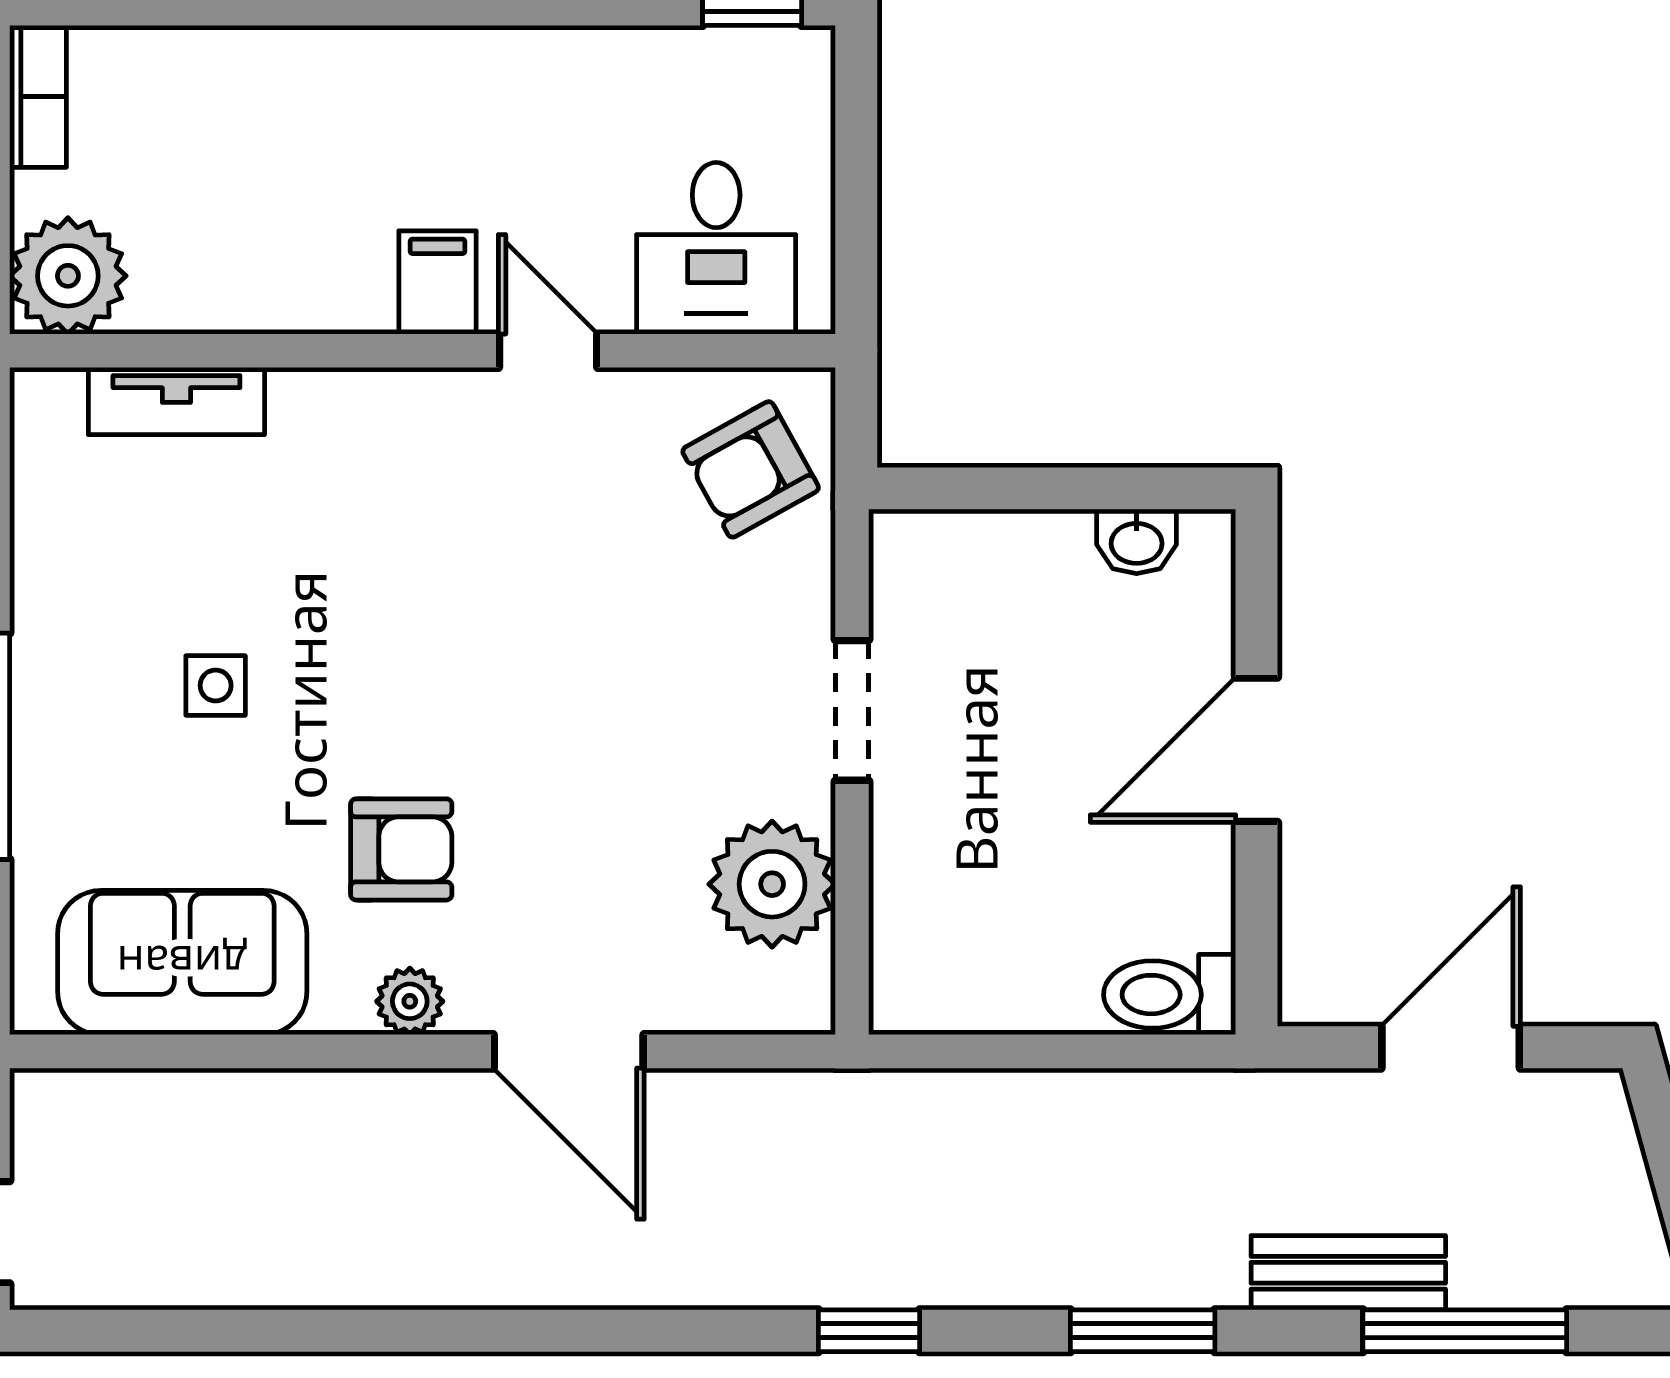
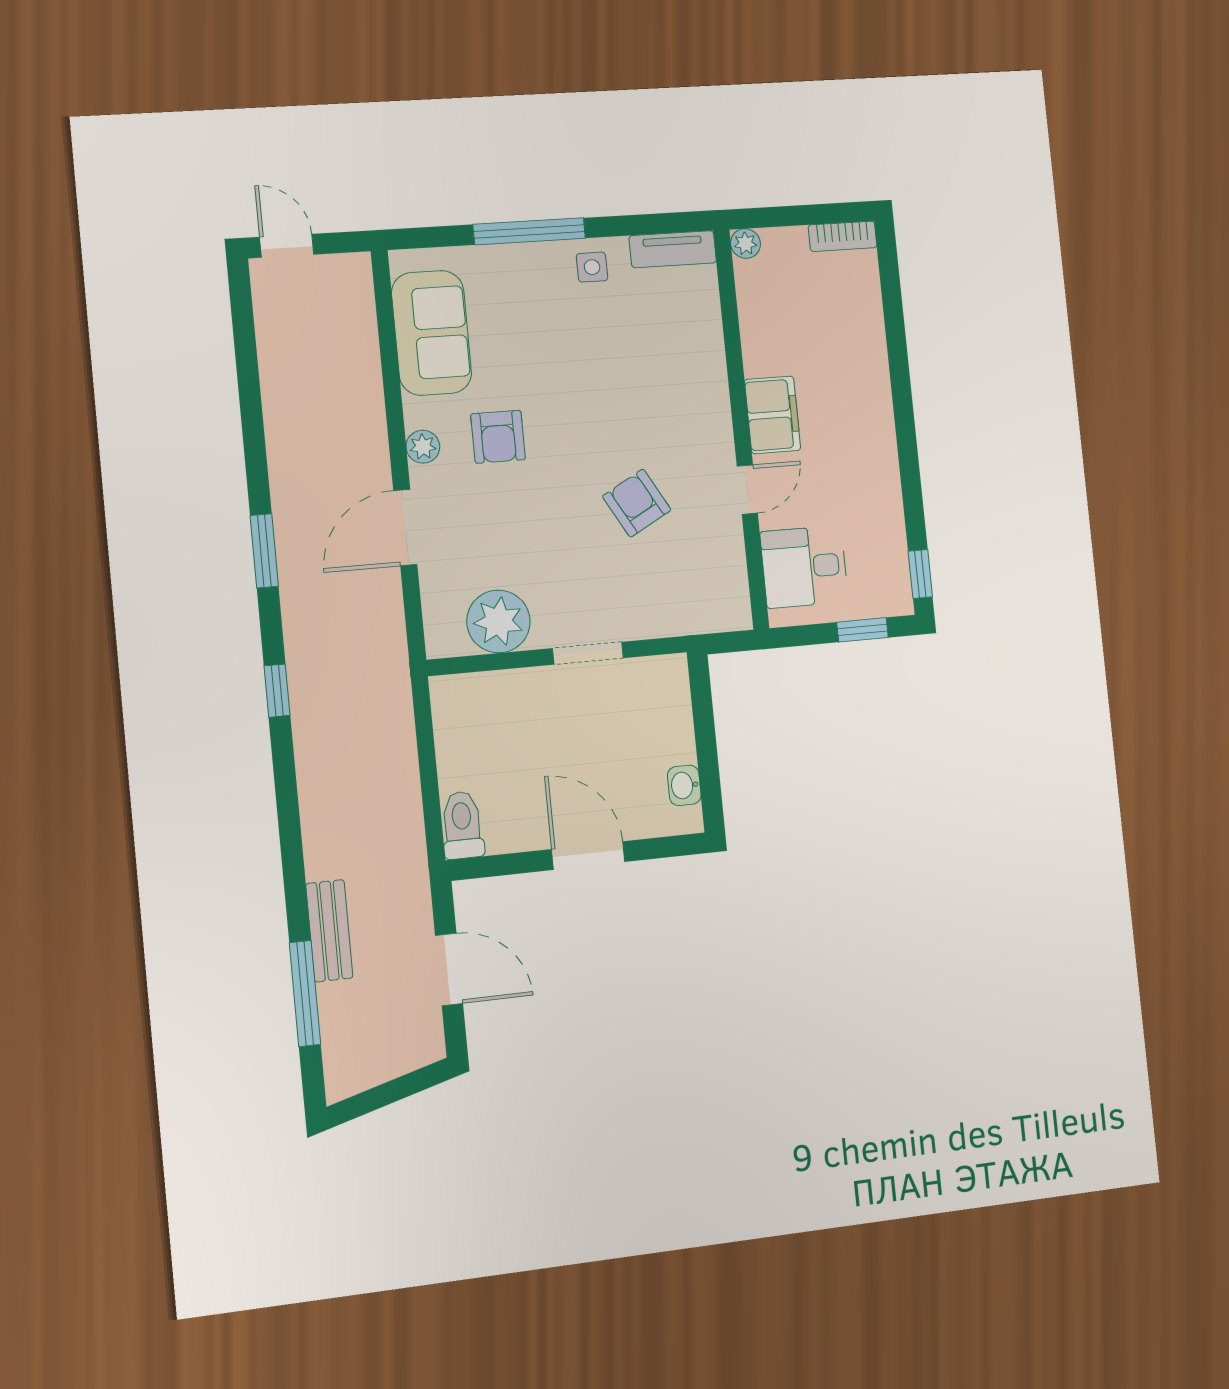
window: (856, 139) -> (862, 630), added
plant: (68, 276) -> (745, 244), width x0.53, depth x0.53
filing cabinet: (437, 282) -> (773, 415), width x2.00
tv unit: (176, 401) -> (673, 249), moved, turned -90
armchair: (751, 469) -> (637, 503), moved
side table: (216, 686) -> (592, 267), moved
window: (1143, 1331) -> (264, 551), moved

